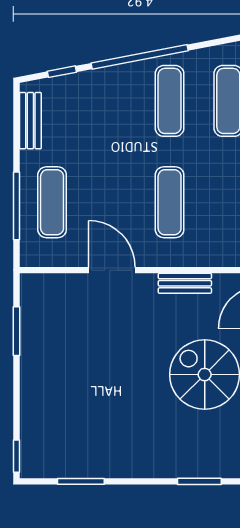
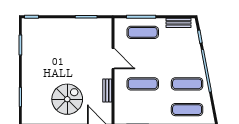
door: (112, 270) -> (113, 59), hinge flipped

